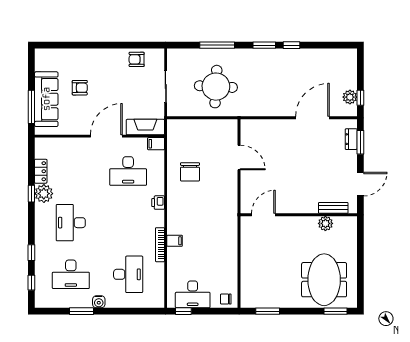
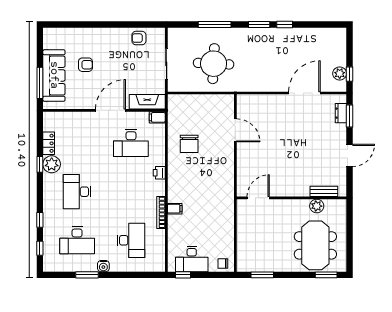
bench: (333, 208) -> (324, 191), moved
door: (263, 215) -> (258, 198), moved
wall: (299, 215) -> (291, 198), moved
plant: (325, 223) -> (317, 206), moved

